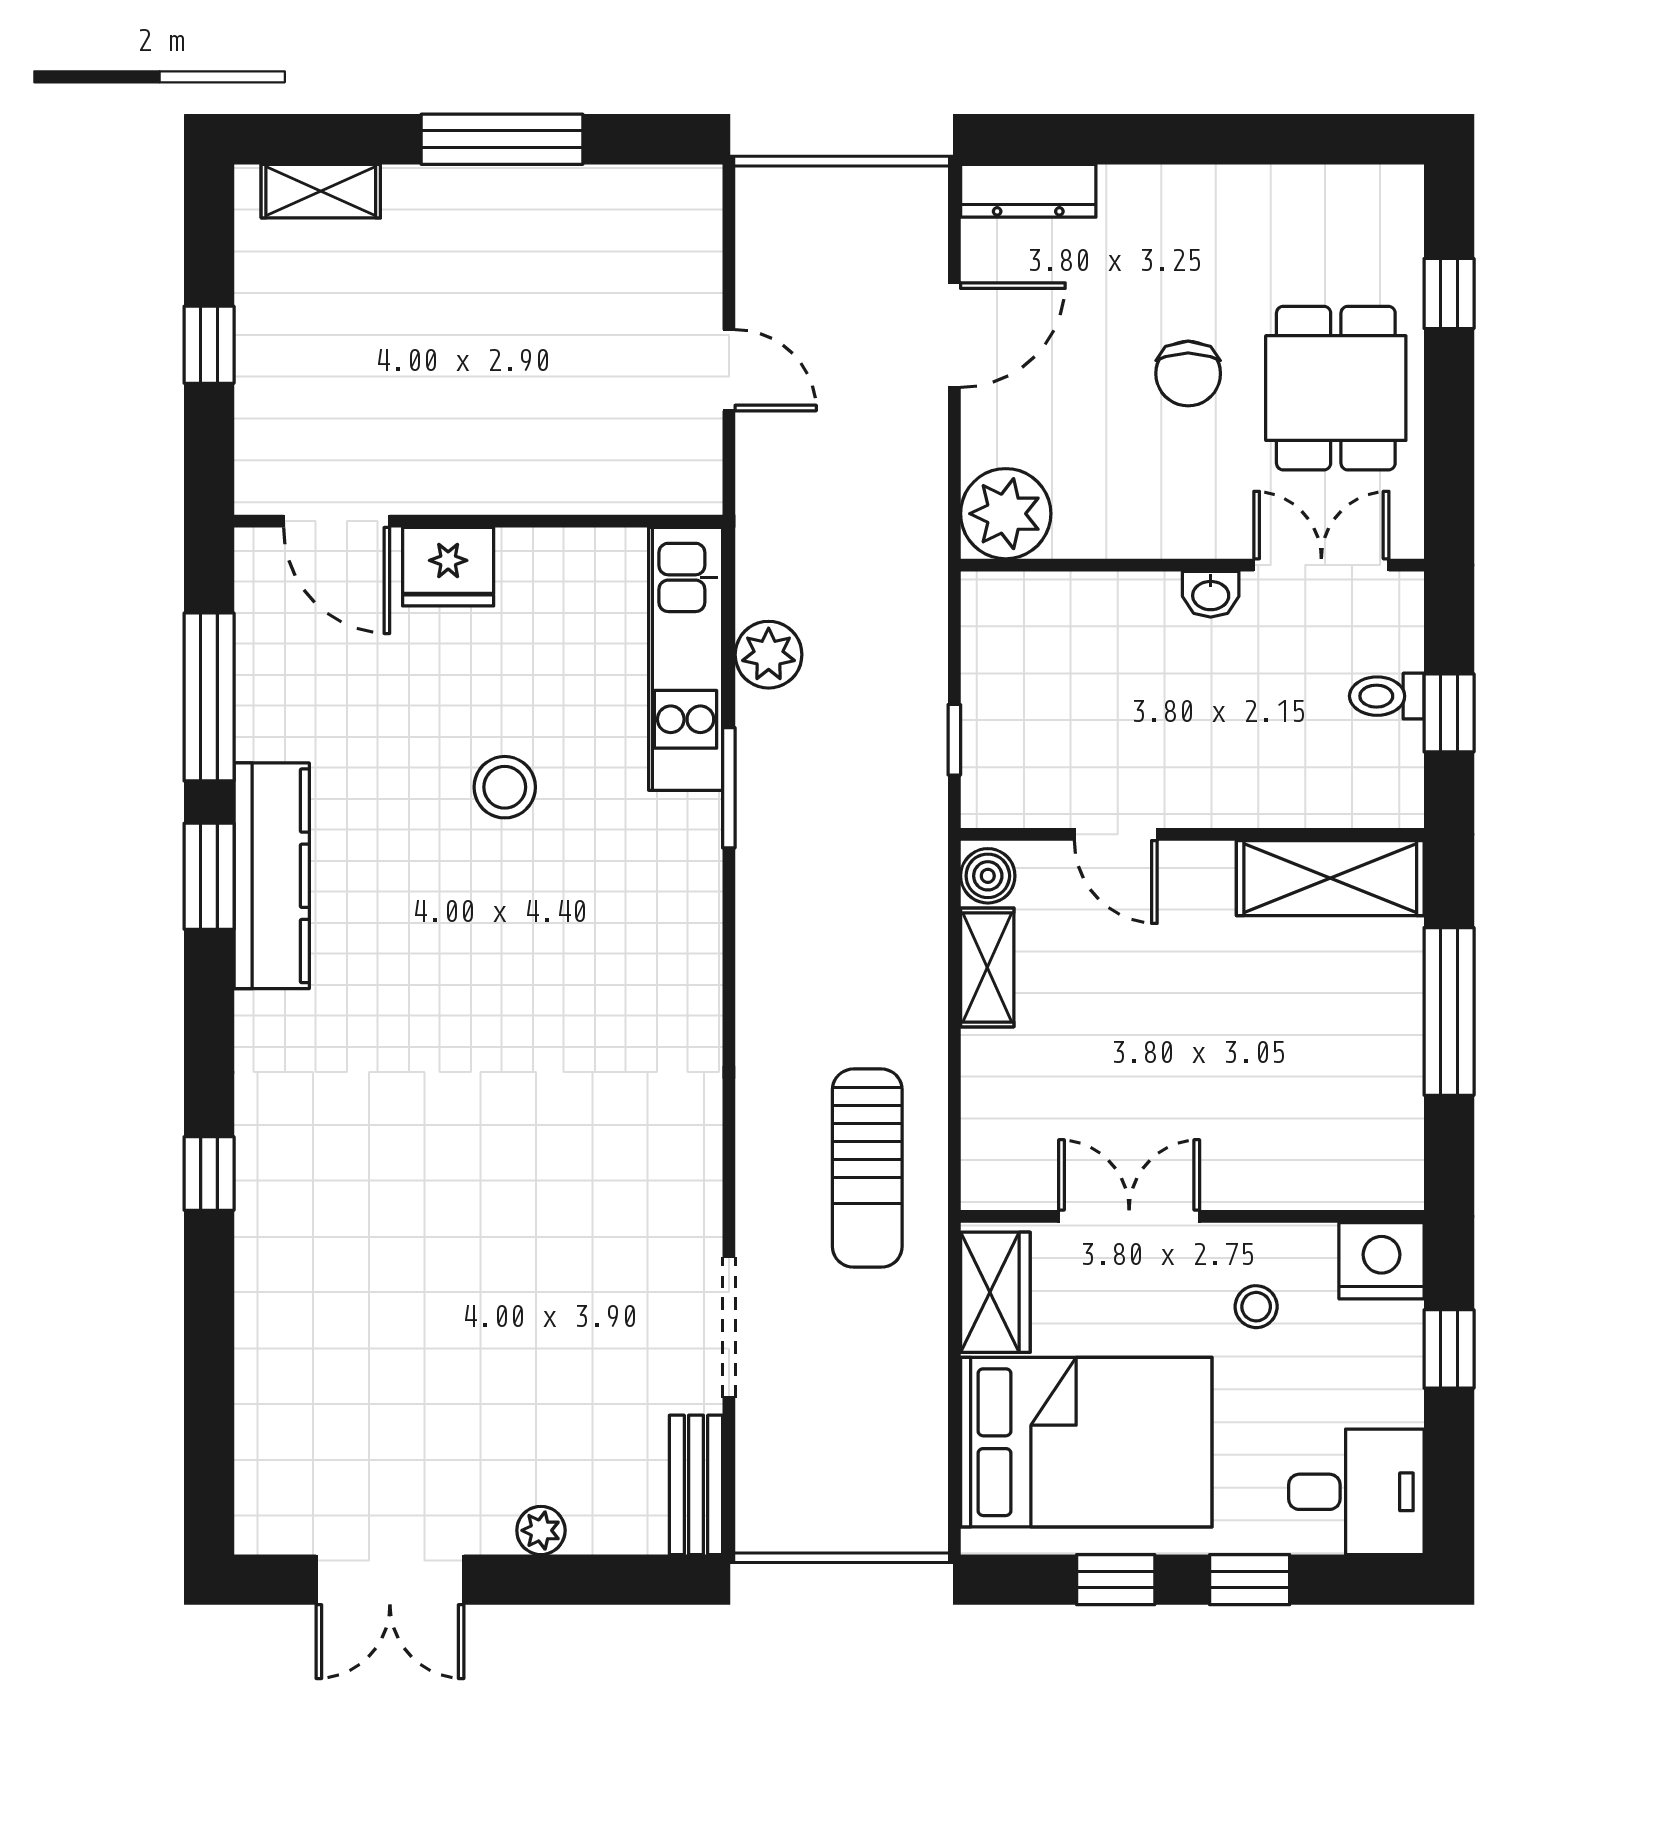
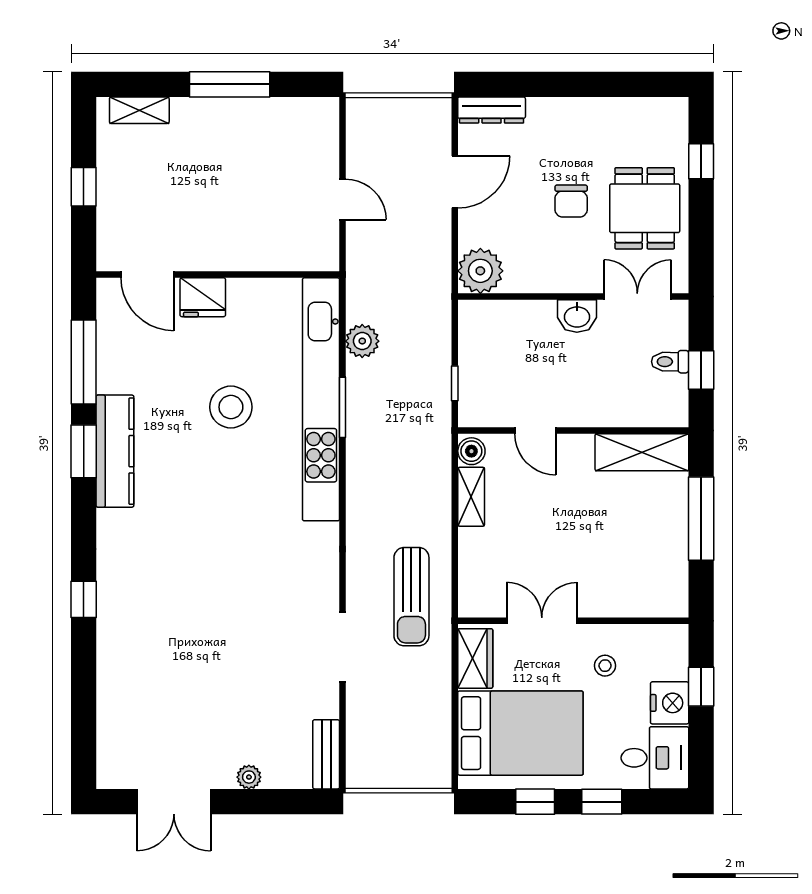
washbasin: (1211, 594) -> (577, 316), width x1.38, depth x1.45
kitchen unit: (686, 659) -> (321, 399), width x1.86
stool: (505, 787) -> (231, 407), width x1.38, depth x1.38
nightstand: (1381, 1261) -> (670, 703), moved, turned 90
doorway: (729, 1327) -> (342, 647), moved

